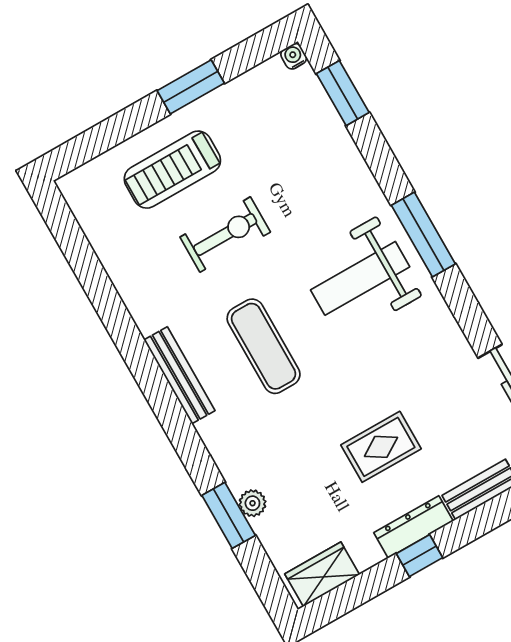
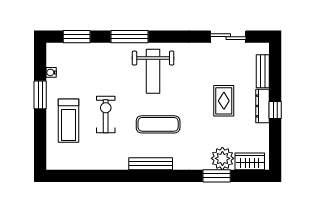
water cooler: (294, 56) -> (51, 72), moved
window: (423, 235) -> (130, 37), moved
plant: (252, 503) -> (222, 158), width x1.88, depth x1.88
wardrobe: (322, 574) -> (250, 161), moved, turned 90

